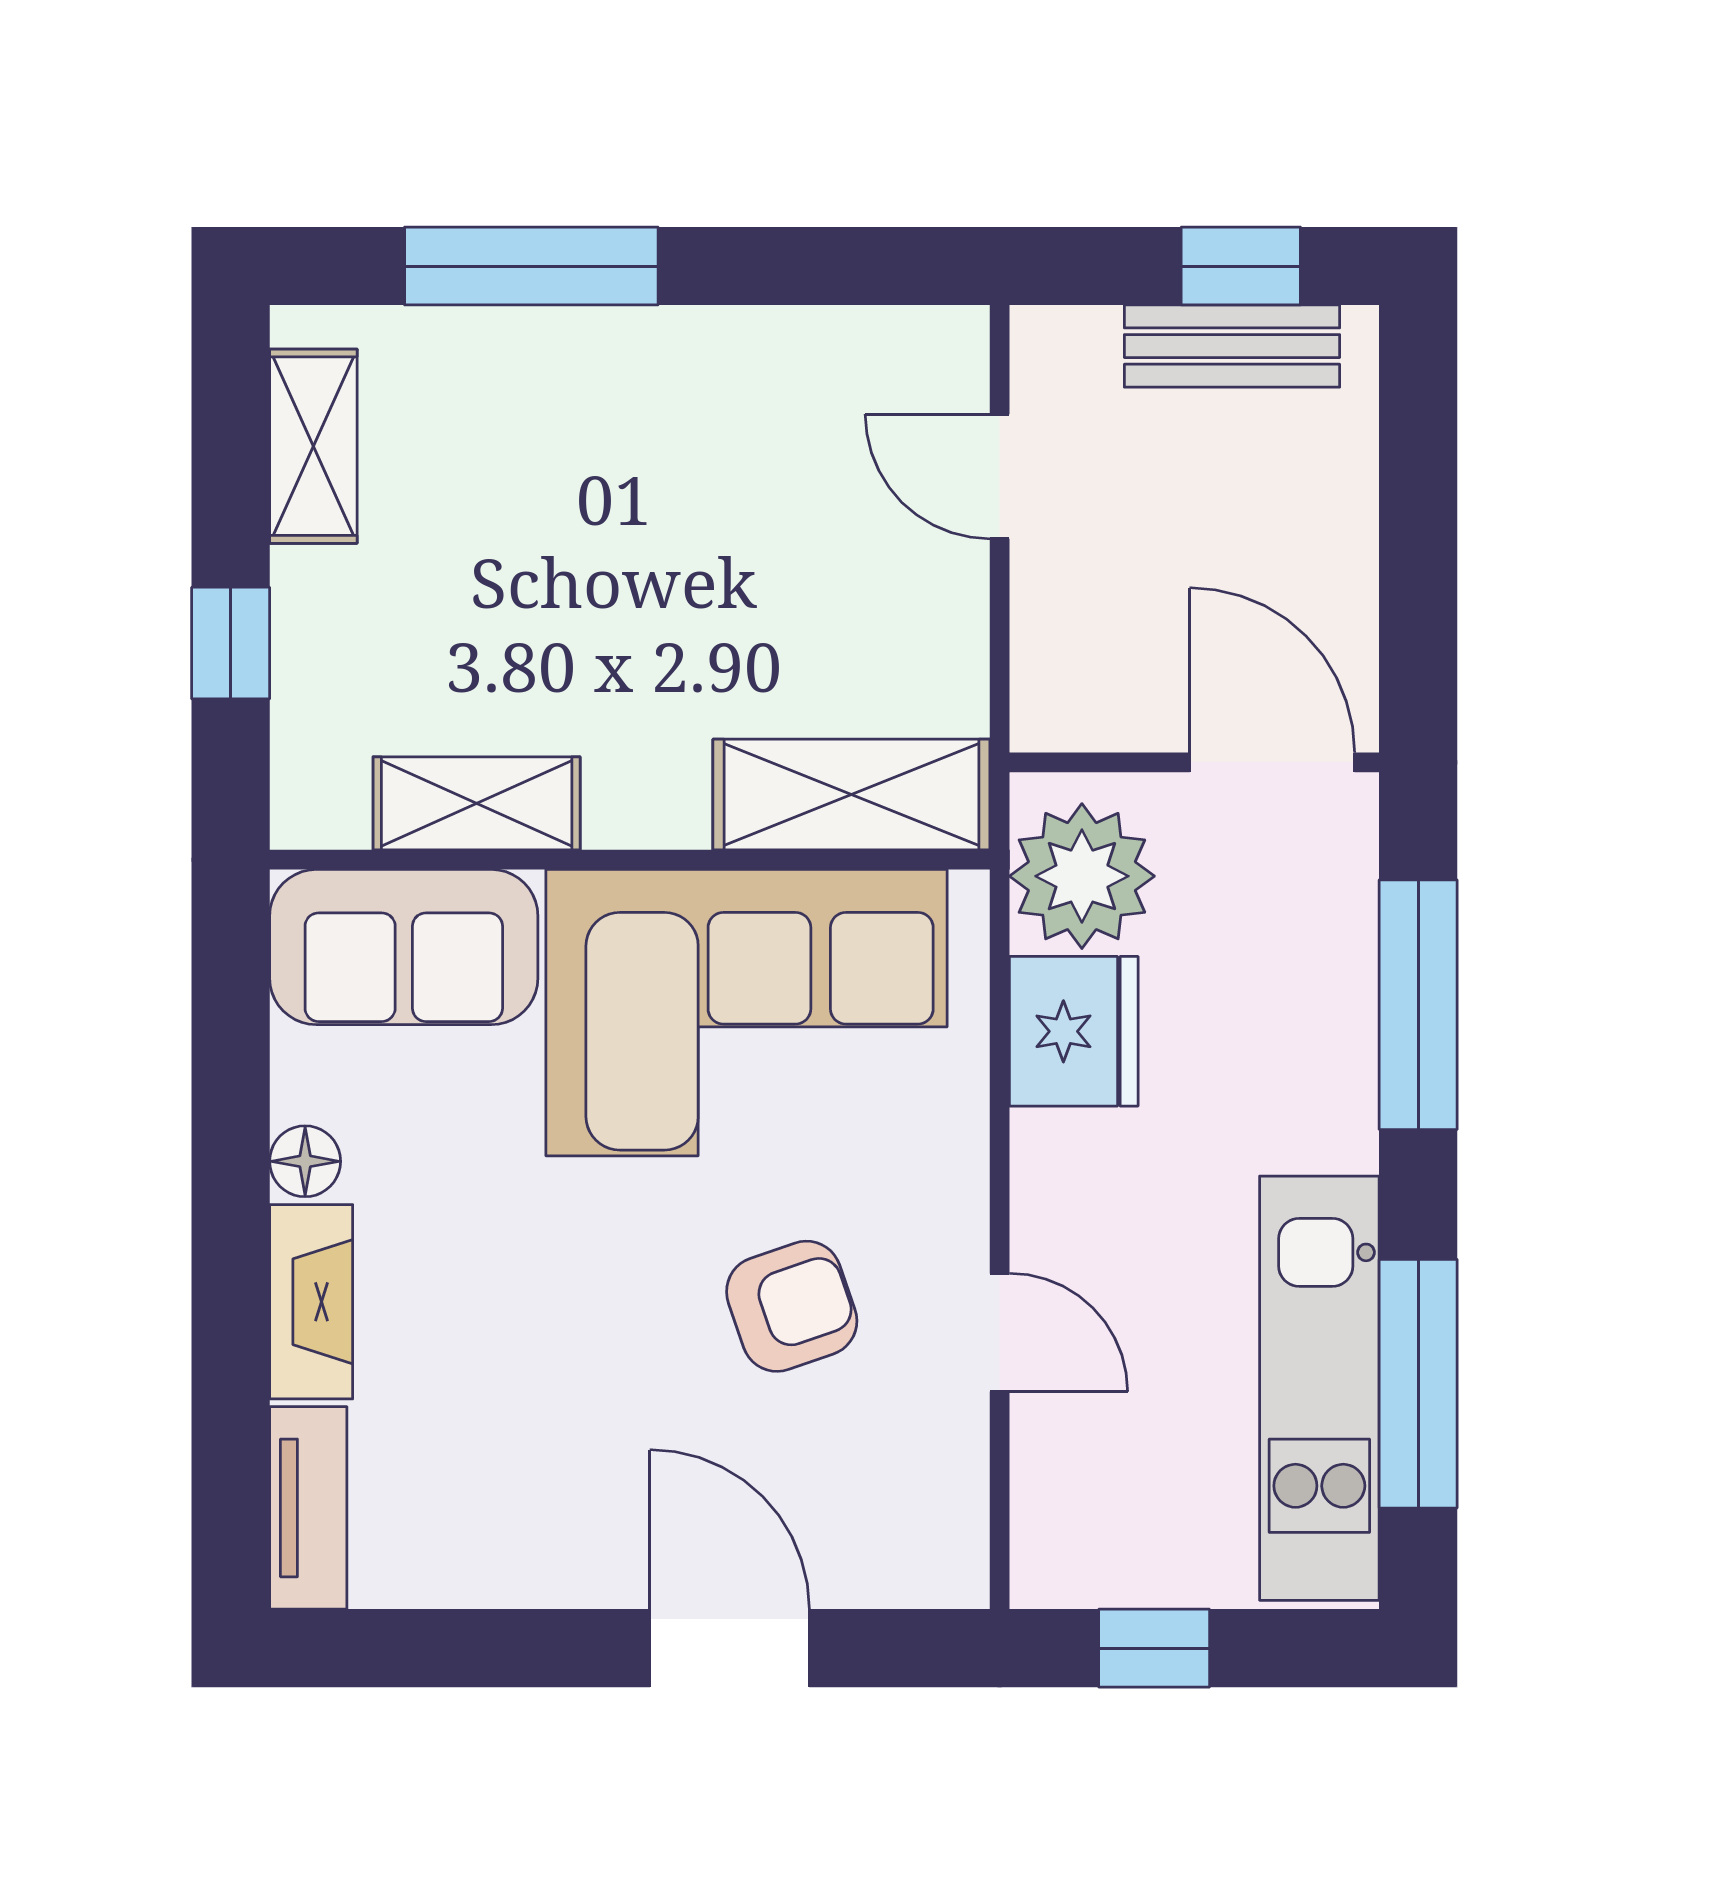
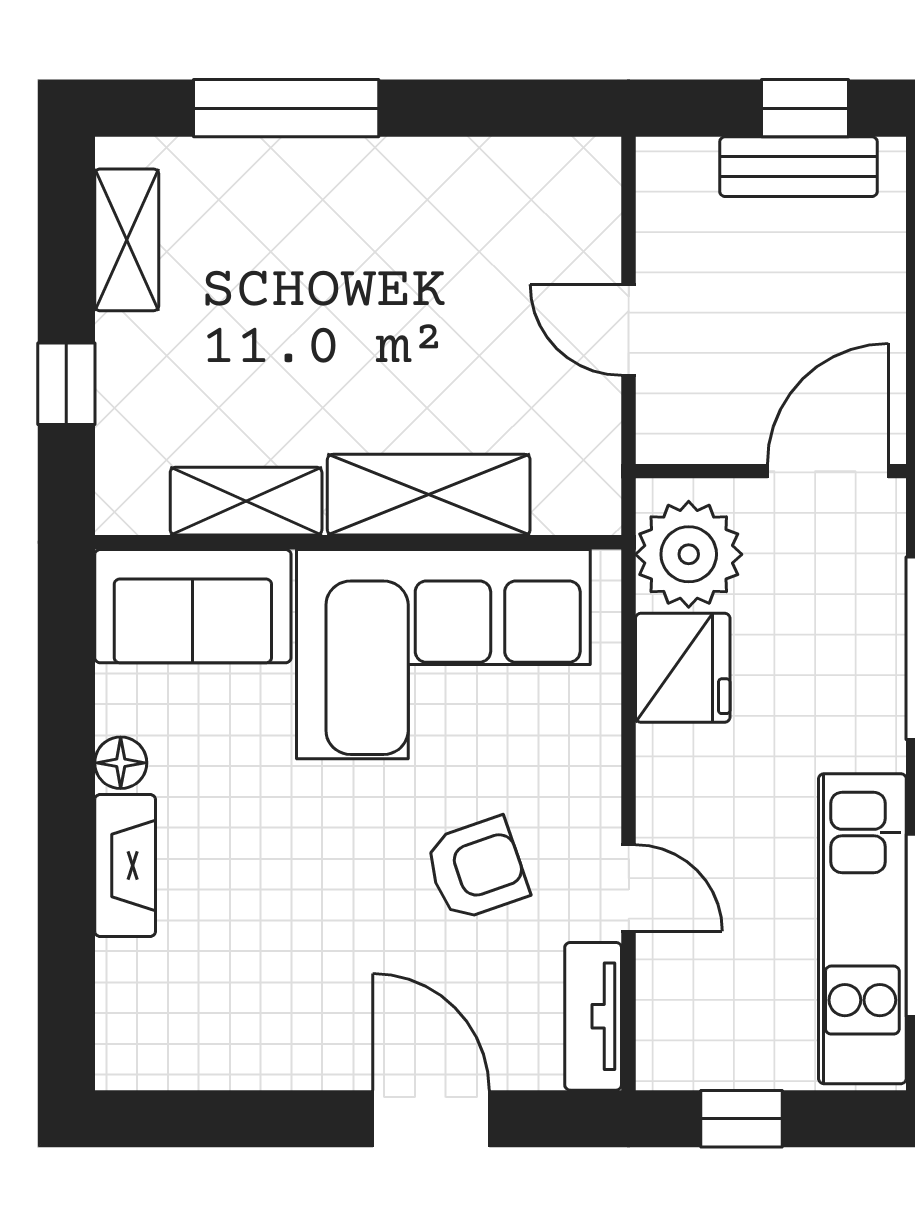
door: (1000, 476) -> (629, 330), moved
door: (1272, 762) -> (828, 471), hinge flipped
shelving: (851, 795) -> (429, 495), moved
tv unit: (308, 1508) -> (593, 1016), moved, turned 180

